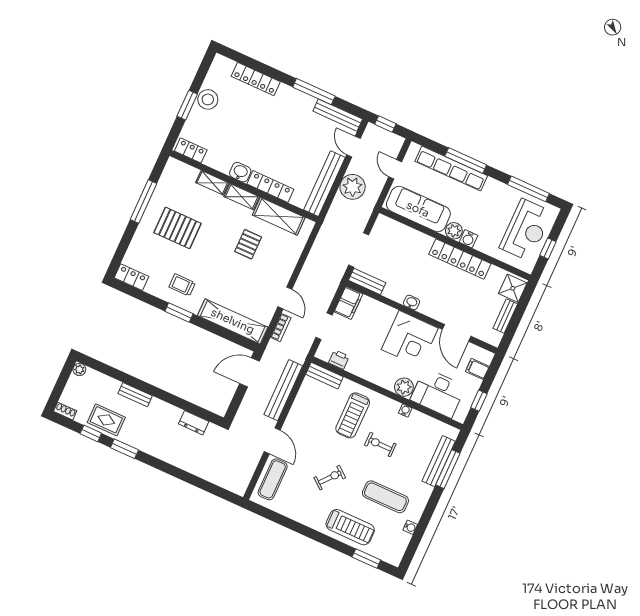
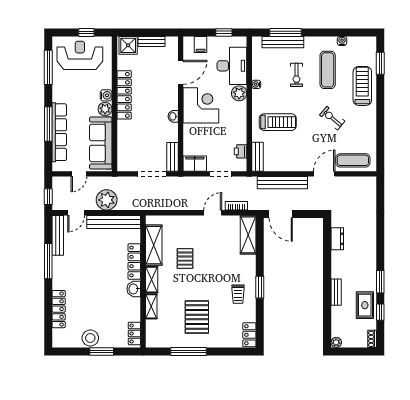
pallet: (248, 244) -> (185, 259), turned 90
shelving: (233, 321) -> (248, 235), width x0.68
exercise bike: (380, 445) -> (296, 75), moved

